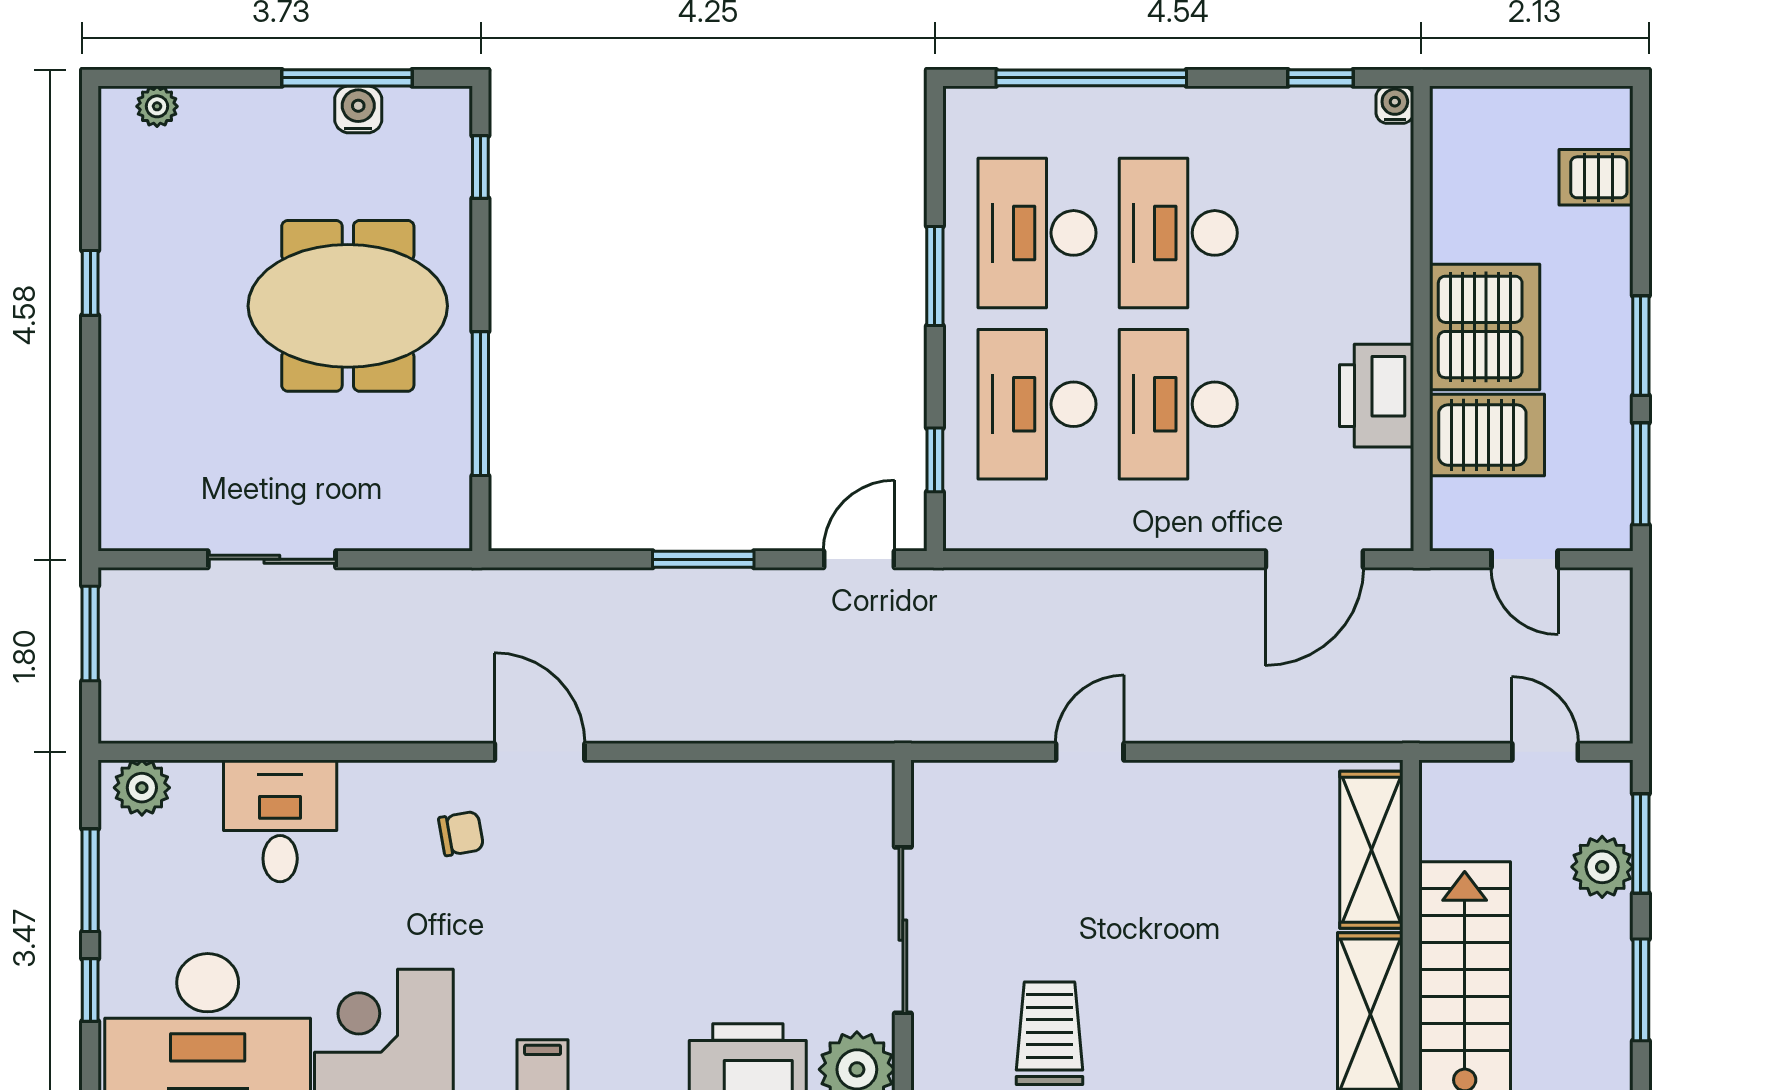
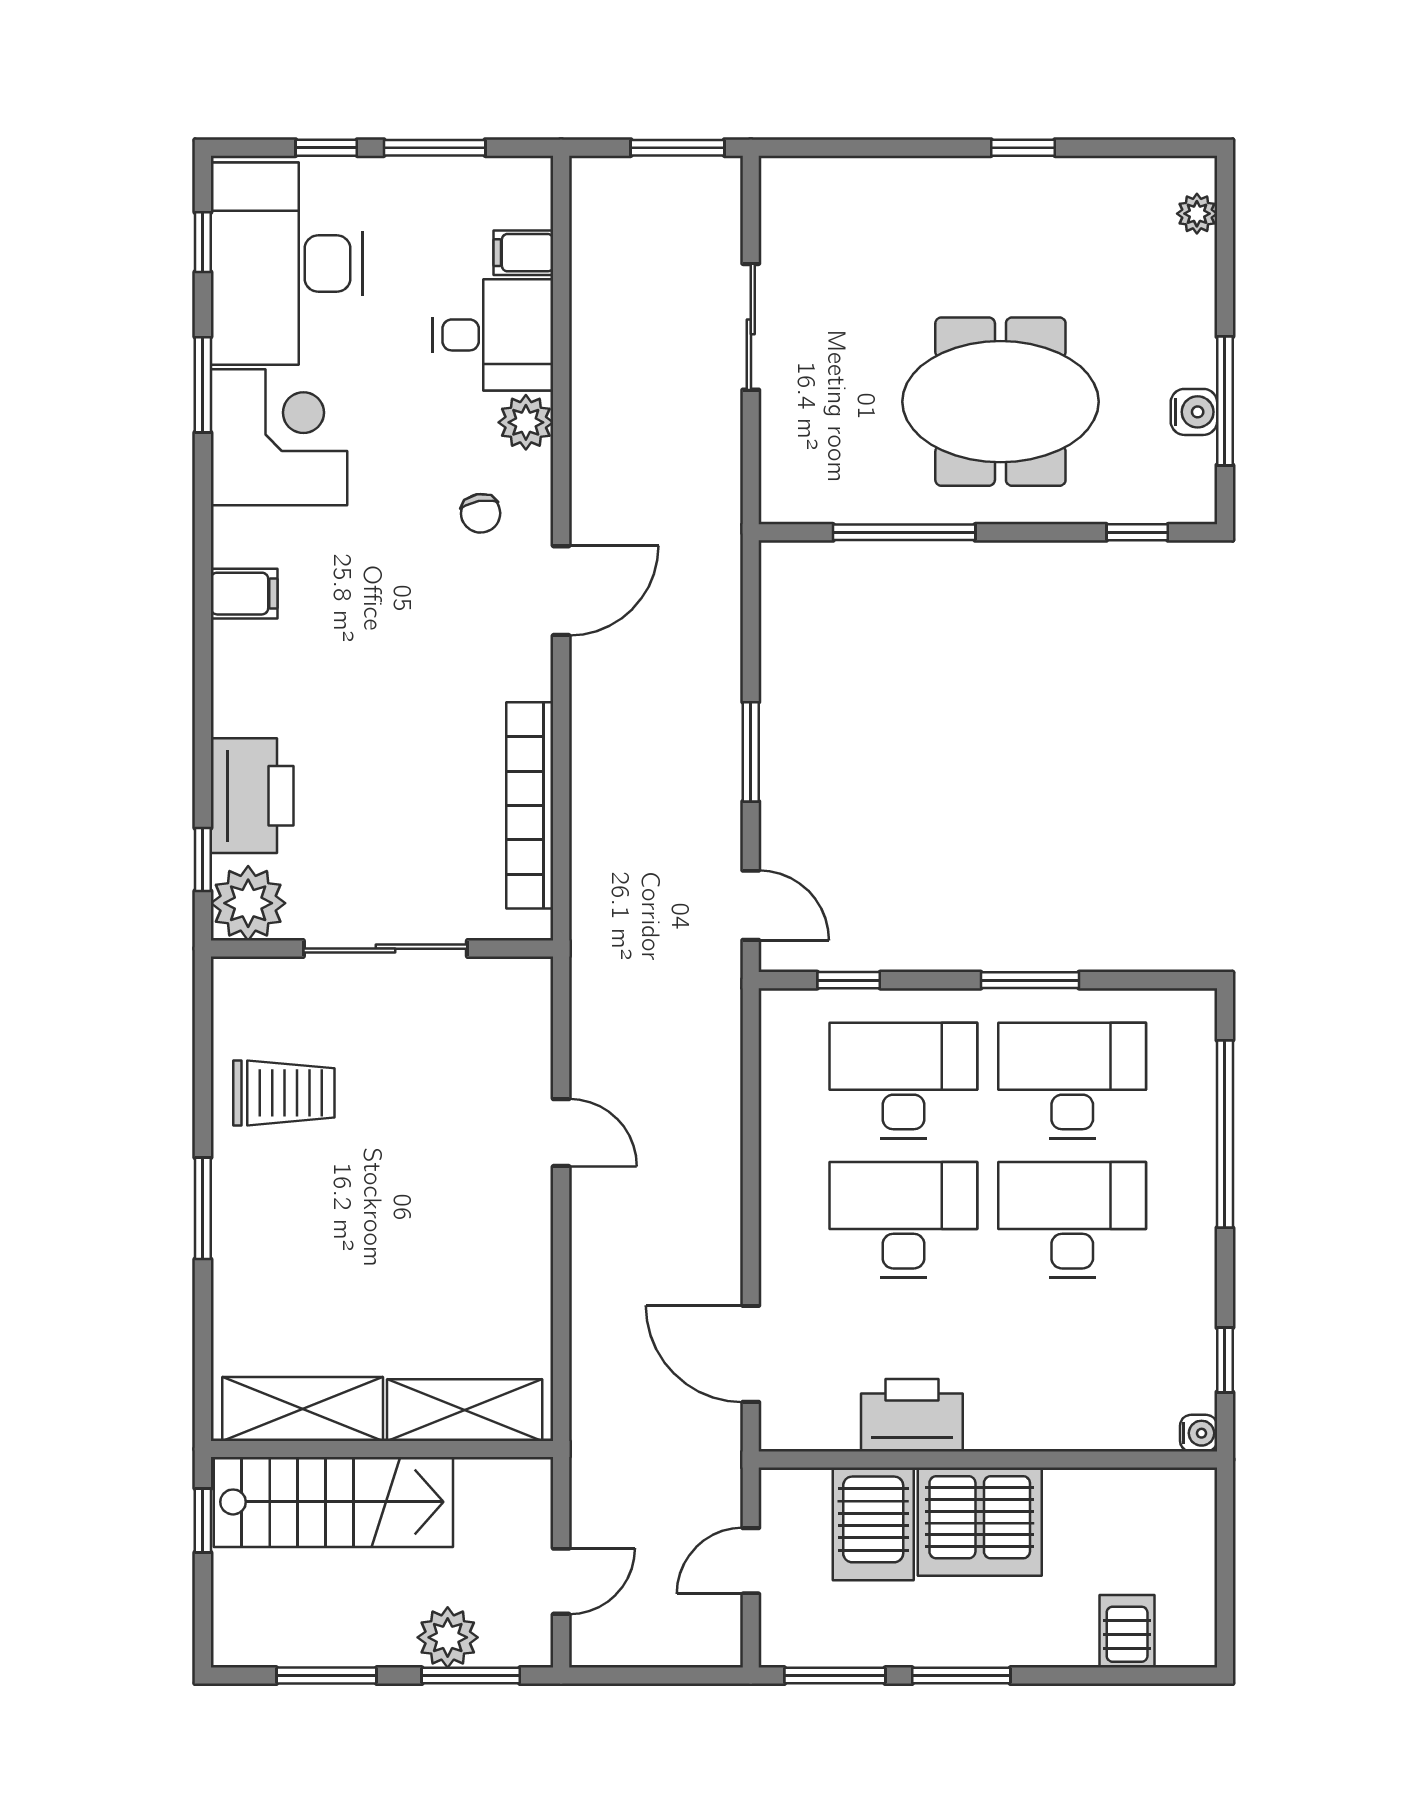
meeting table: (348, 306) -> (1000, 402), turned 90
bookcase: (758, 784) -> (530, 805), added
plant: (142, 788) -> (526, 422), moved
filing cabinet: (197, 790) -> (523, 253), added

